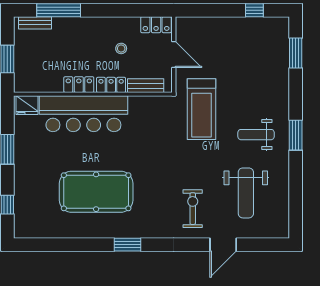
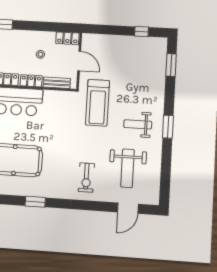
exercise bike: (193, 209) -> (86, 178), turned 180
door: (223, 245) -> (128, 208), moved

